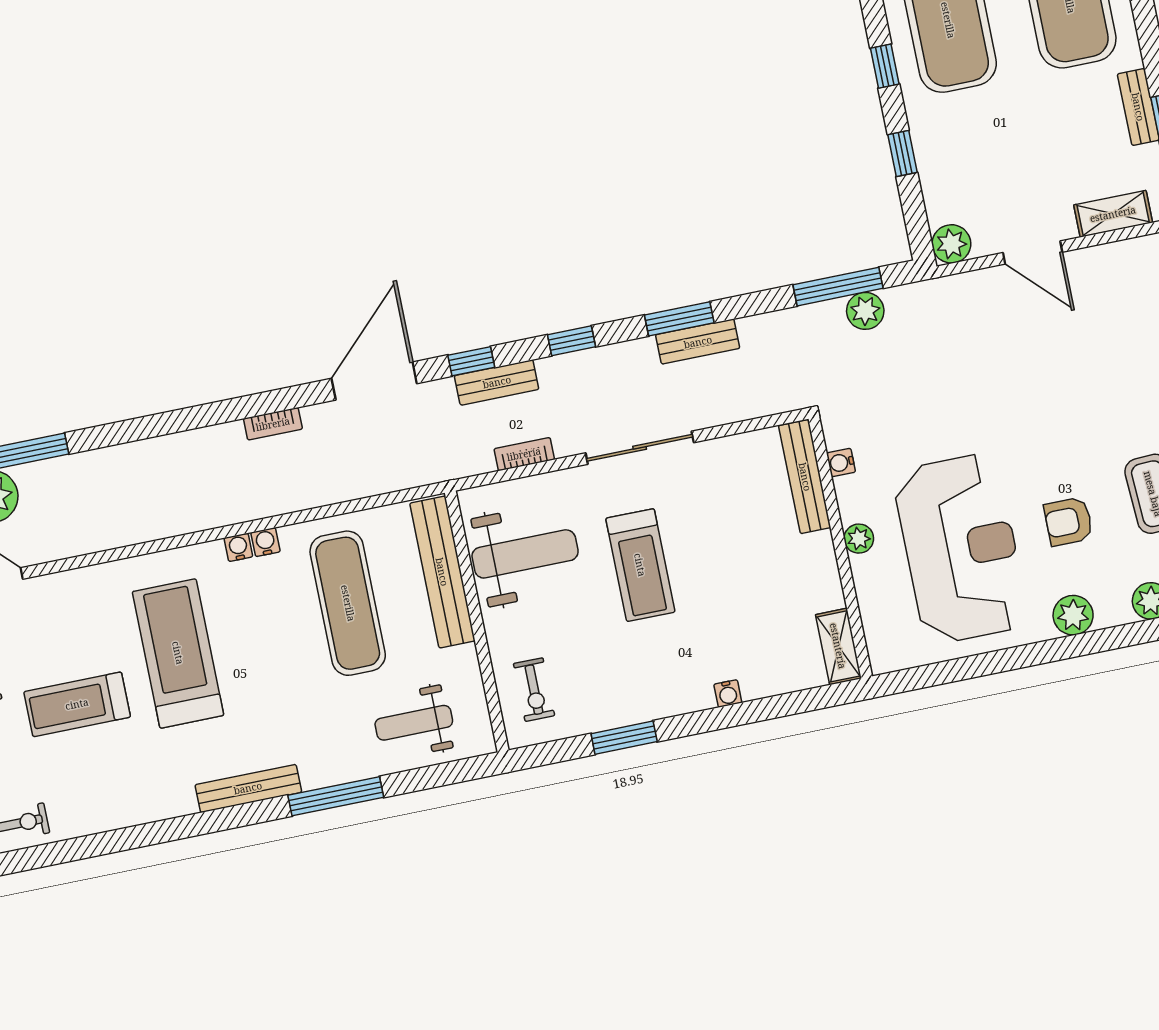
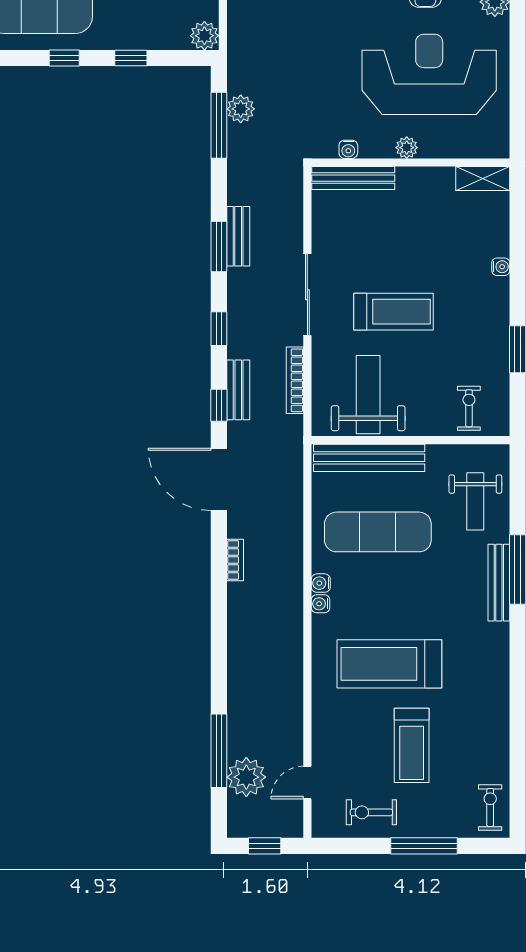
bookcase: (524, 454) -> (295, 380), width x1.56
exercise bike: (534, 690) -> (469, 408), turned -90
bench: (248, 788) -> (499, 583), moved

